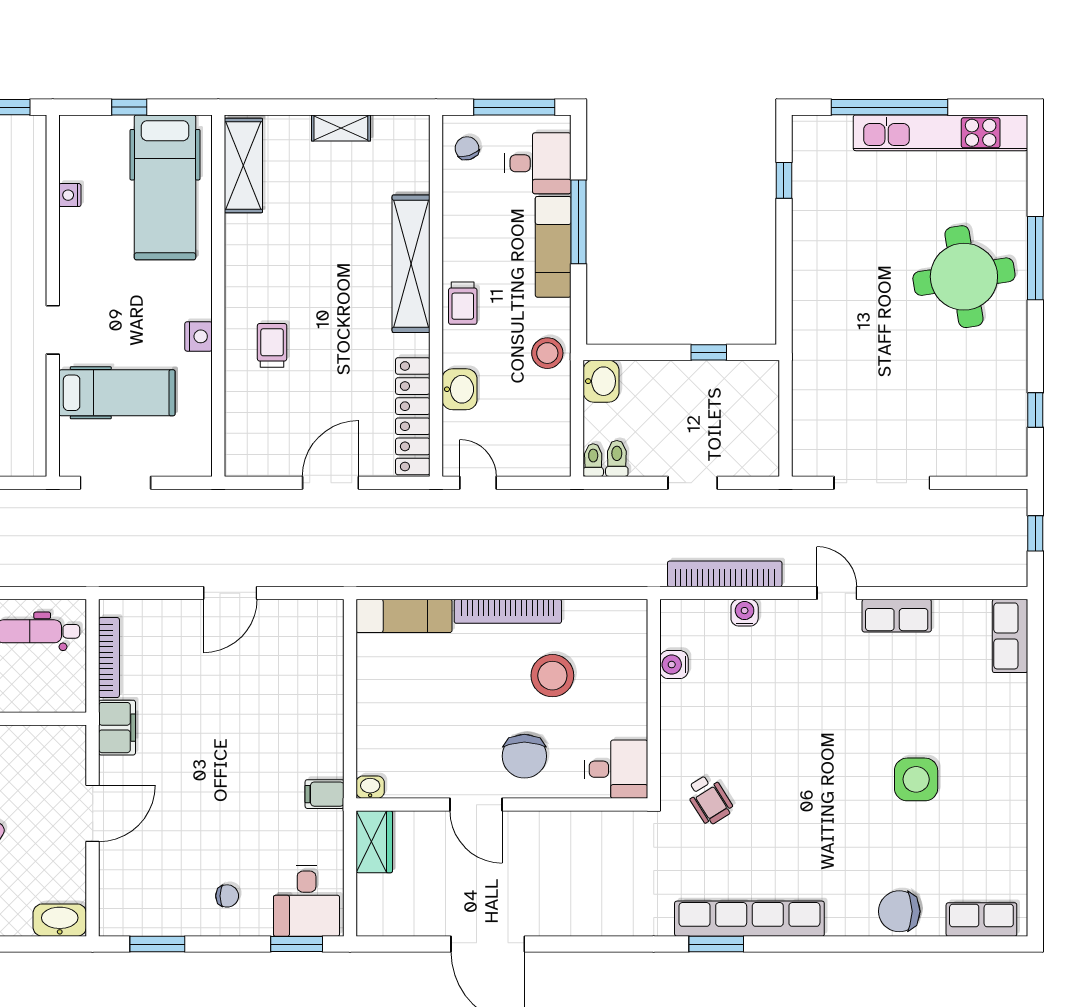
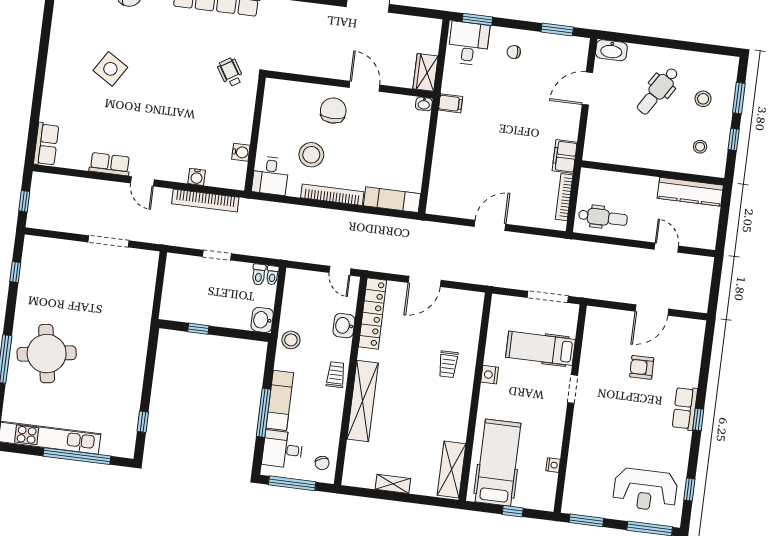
doorway: (882, 483) -> (109, 241), width x0.73
desk: (616, 769) -> (270, 176), moved, turned -90
side table: (916, 779) -> (110, 69), turned 32
door: (93, 813) -> (587, 89), moved

